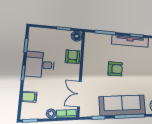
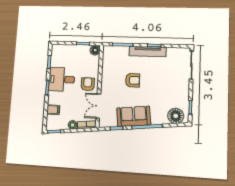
armchair: (73, 57) -> (88, 84), moved
sofa: (122, 105) -> (134, 116), width x0.73

